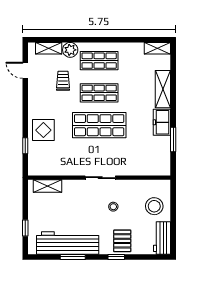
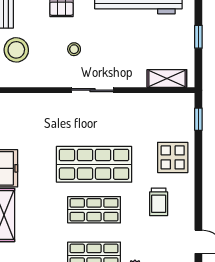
trolley: (63, 81) -> (159, 202), moved
window: (25, 146) -> (198, 119), moved
window: (25, 228) -> (198, 37), moved

